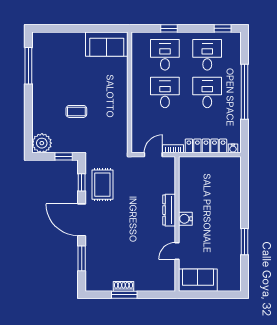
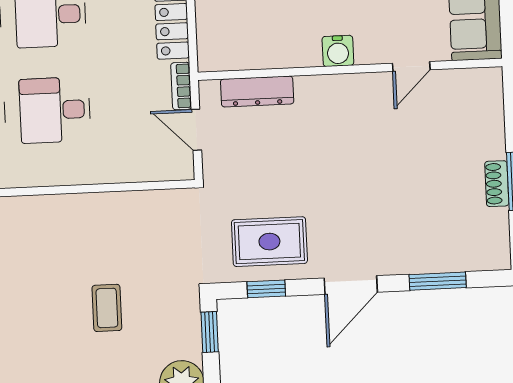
dresser: (169, 210) -> (257, 91), moved
door: (82, 220) -> (351, 285), width x0.73
door: (177, 251) -> (411, 67), hinge flipped

